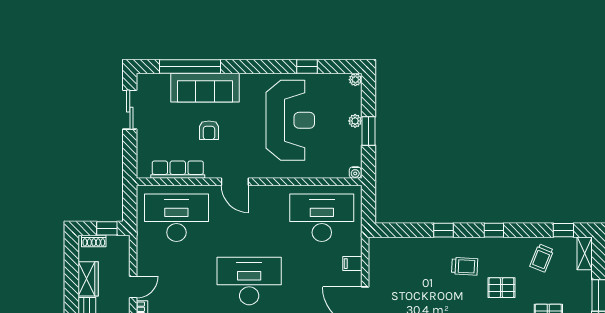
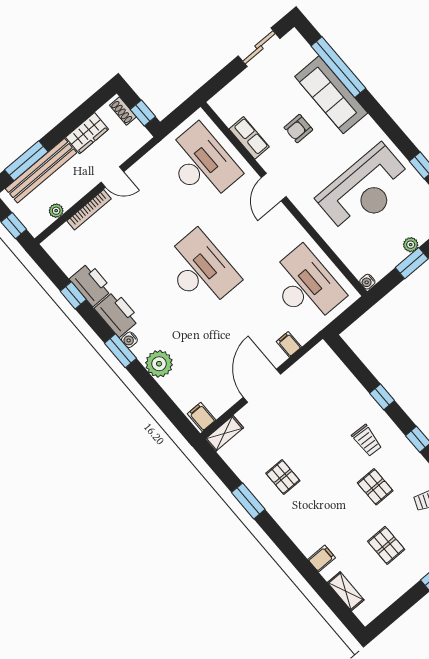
row of seats: (178, 170) -> (249, 138), width x0.68

